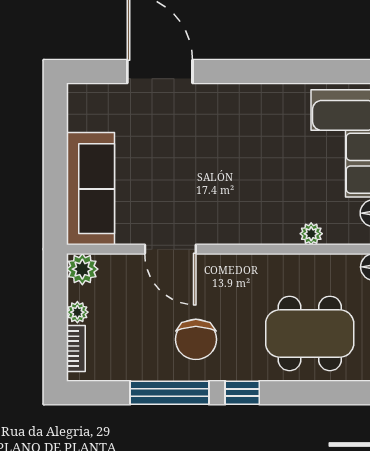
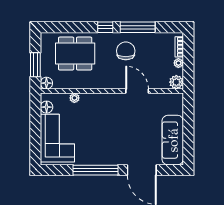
window: (264, 71) -> (95, 170), added
sofa: (90, 189) -> (173, 140), moved

